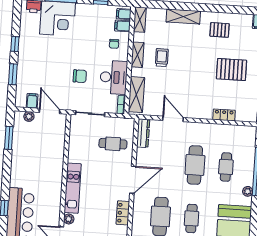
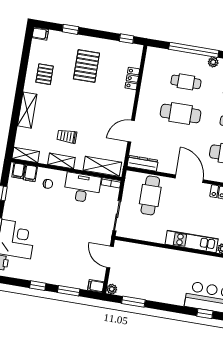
chair: (80, 76) -> (77, 222), removed
filing cabinet: (32, 101) -> (96, 286), moved
door: (50, 111) -> (110, 257), hinge flipped
plant: (29, 116) -> (112, 289), moved
cafe table: (113, 144) -> (150, 195), width x1.37, depth x1.35

